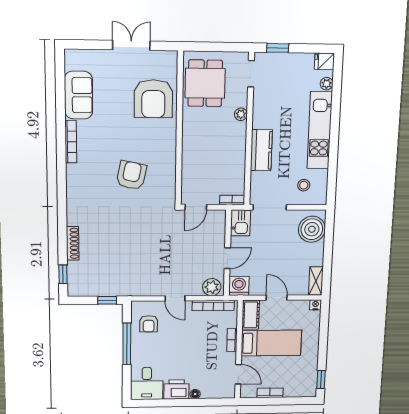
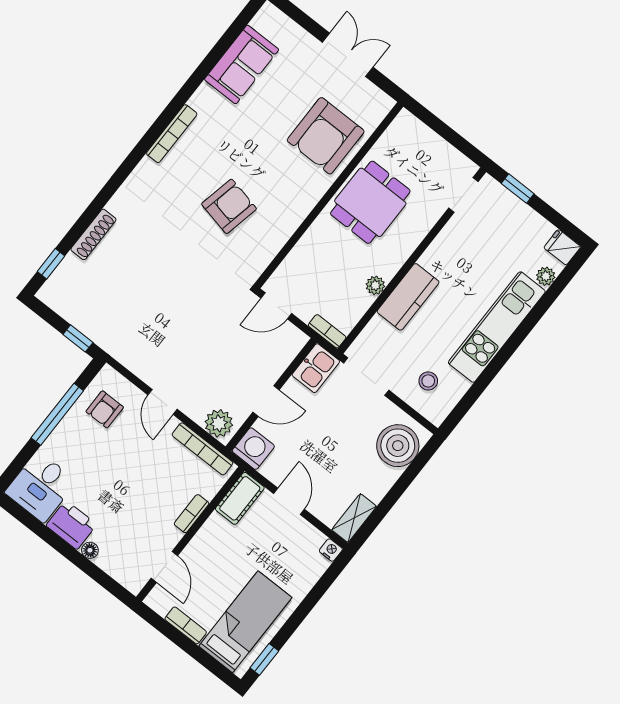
dining table: (205, 83) -> (370, 202), moved
plant: (241, 114) -> (375, 285), moved
bookcase: (71, 142) -> (172, 134), moved
bed: (271, 343) -> (245, 622), moved, turned -90

